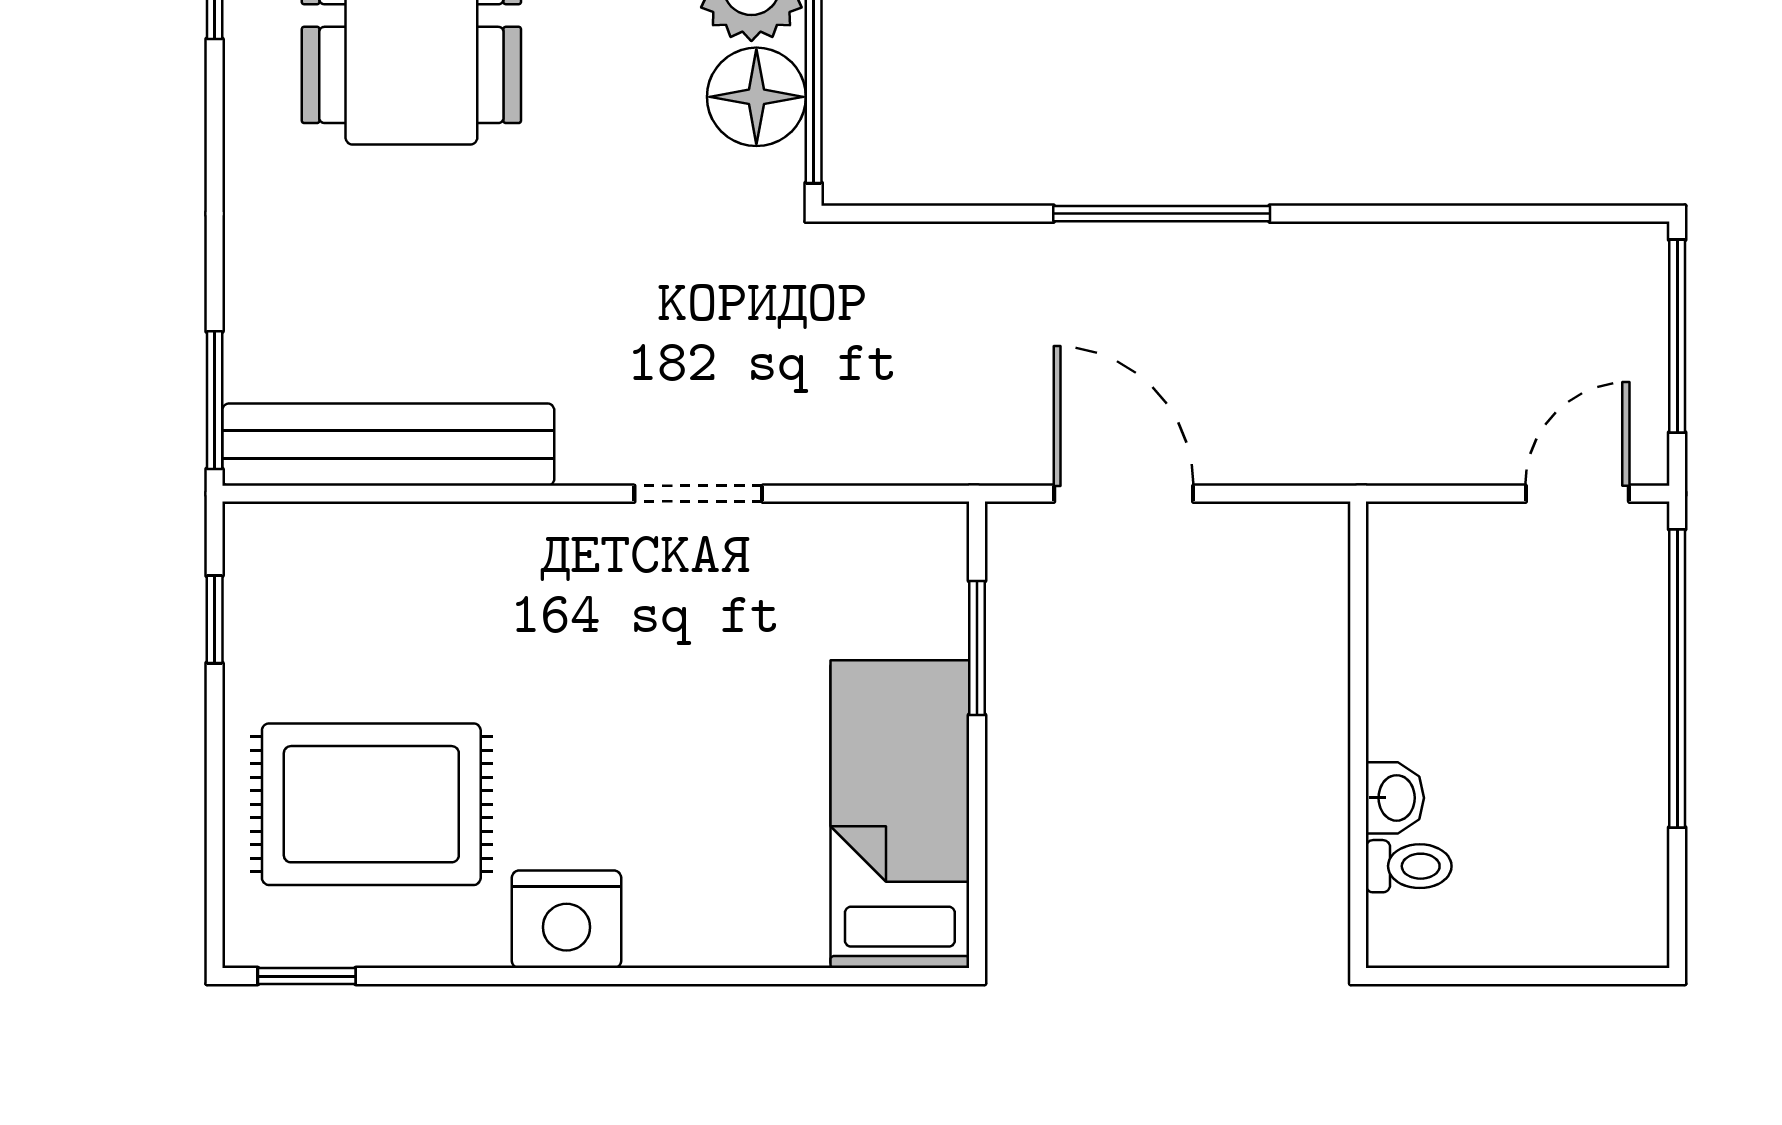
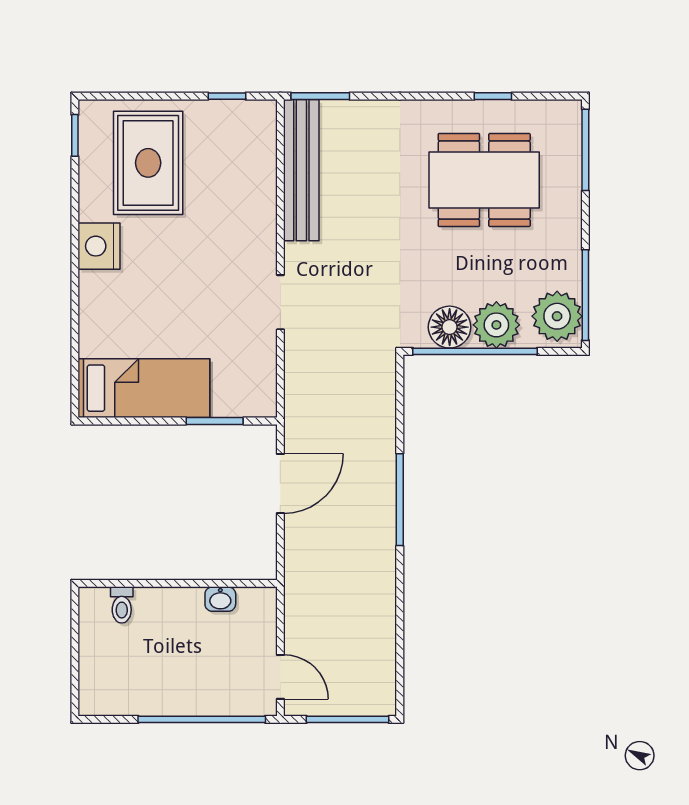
washbasin: (1395, 798) -> (220, 599), moved

